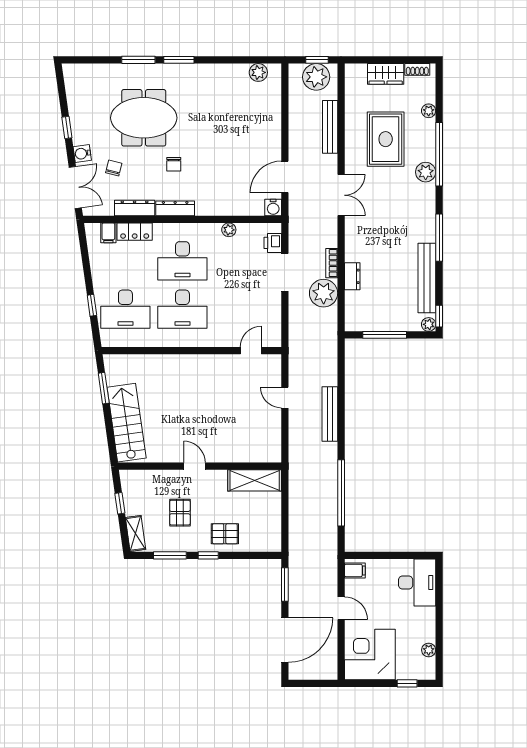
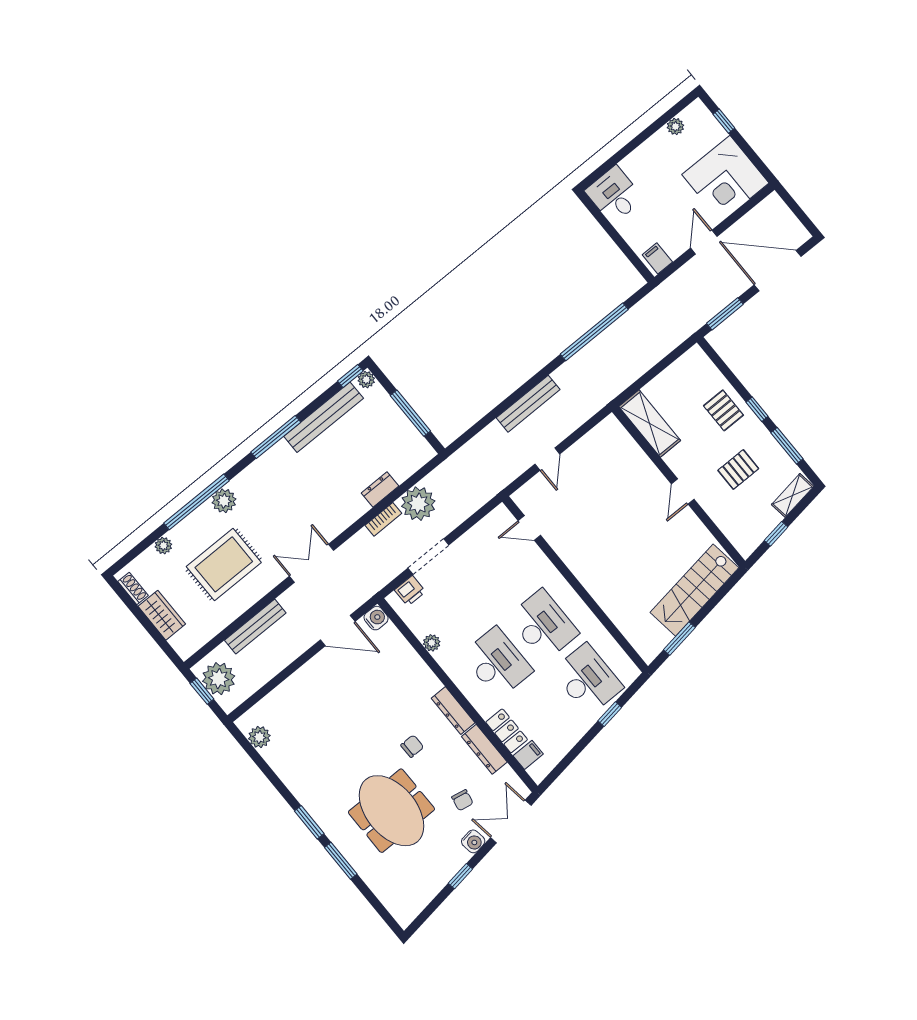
chair: (114, 168) -> (462, 800), turned -93
desk: (417, 583) -> (614, 195), width x0.73

